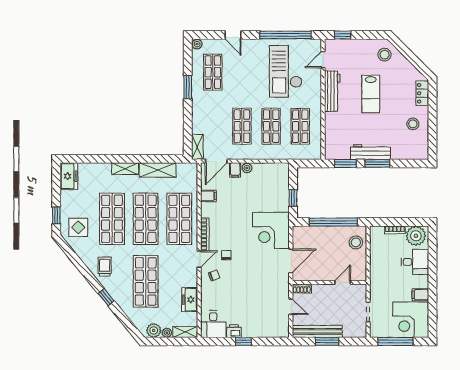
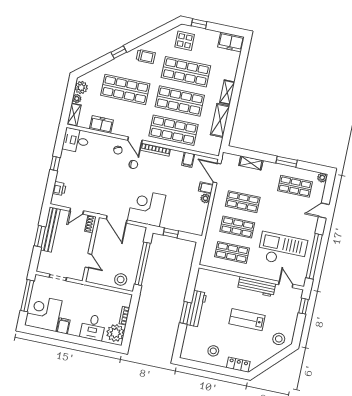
shelving: (197, 147) -> (251, 163), moved
window: (345, 163) -> (191, 285), removed
printer: (234, 331) -> (59, 189), moved

